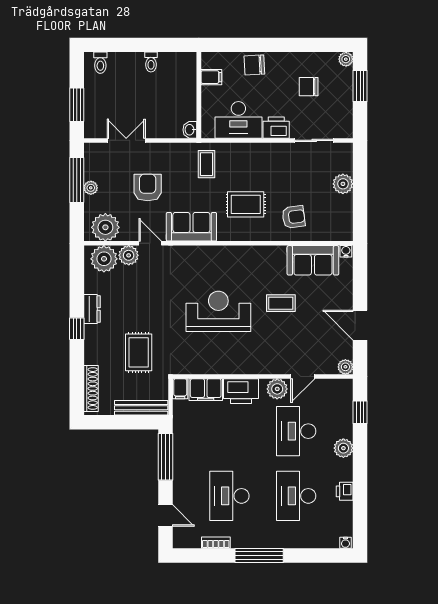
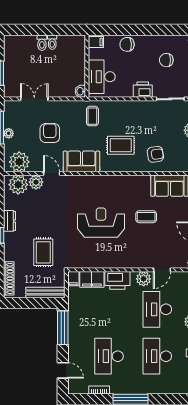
toilet: (100, 63) -> (42, 43), moved
filing cabinet: (211, 77) -> (96, 42), moved
desk: (238, 120) -> (102, 77), moved, turned 90

